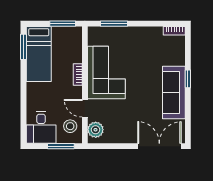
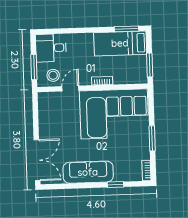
window: (114, 24) -> (152, 138), moved
corner sofa: (106, 72) -> (114, 114), width x1.36, depth x1.36
window: (188, 79) -> (115, 184), moved
plant: (96, 130) -> (51, 99), removed

